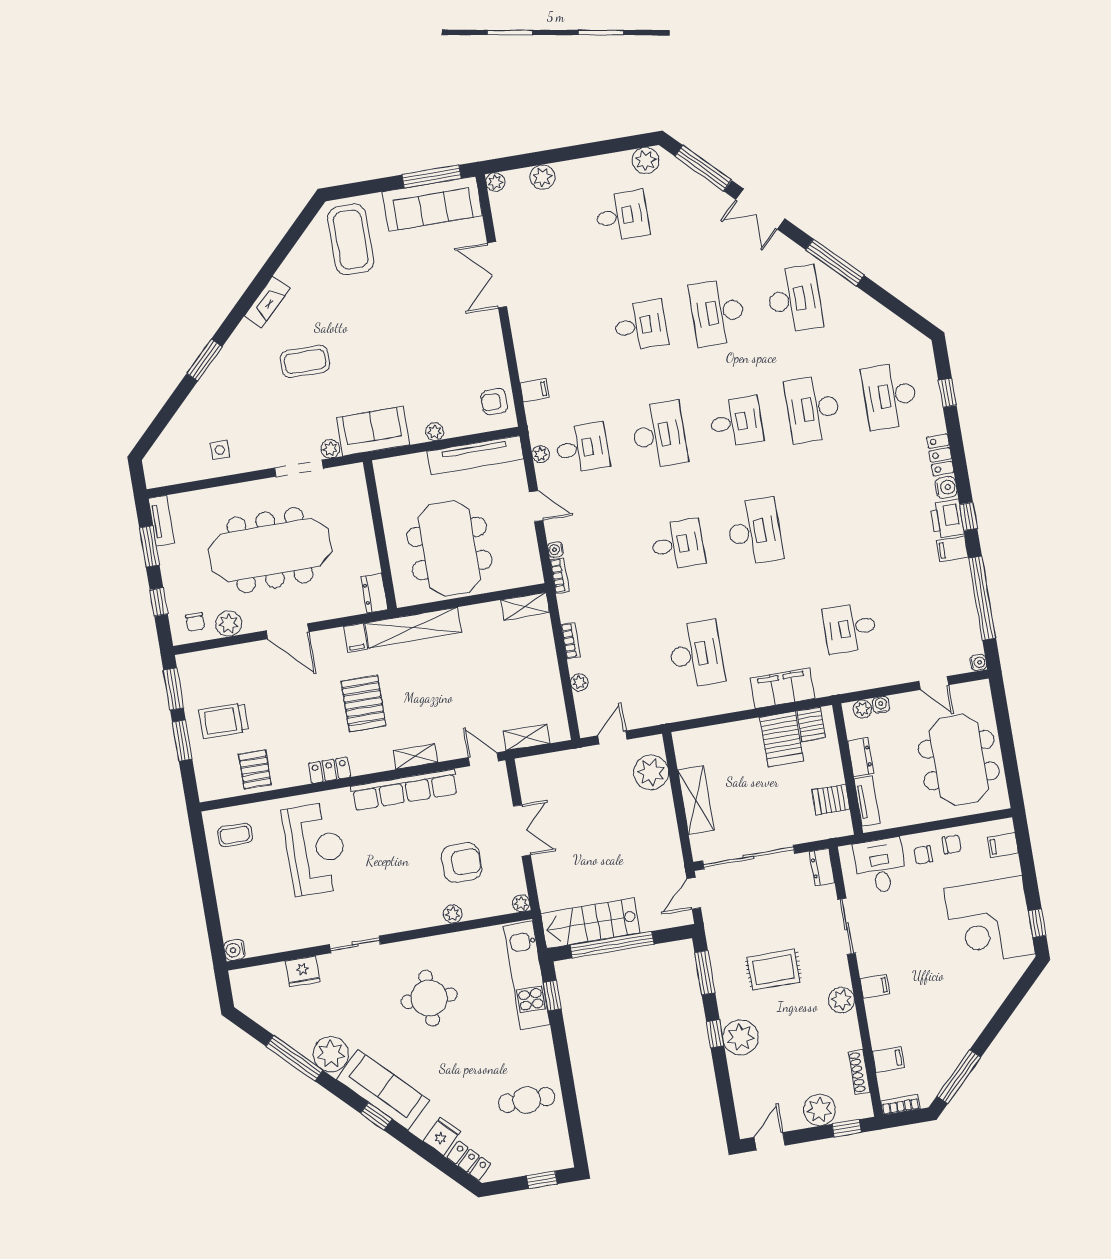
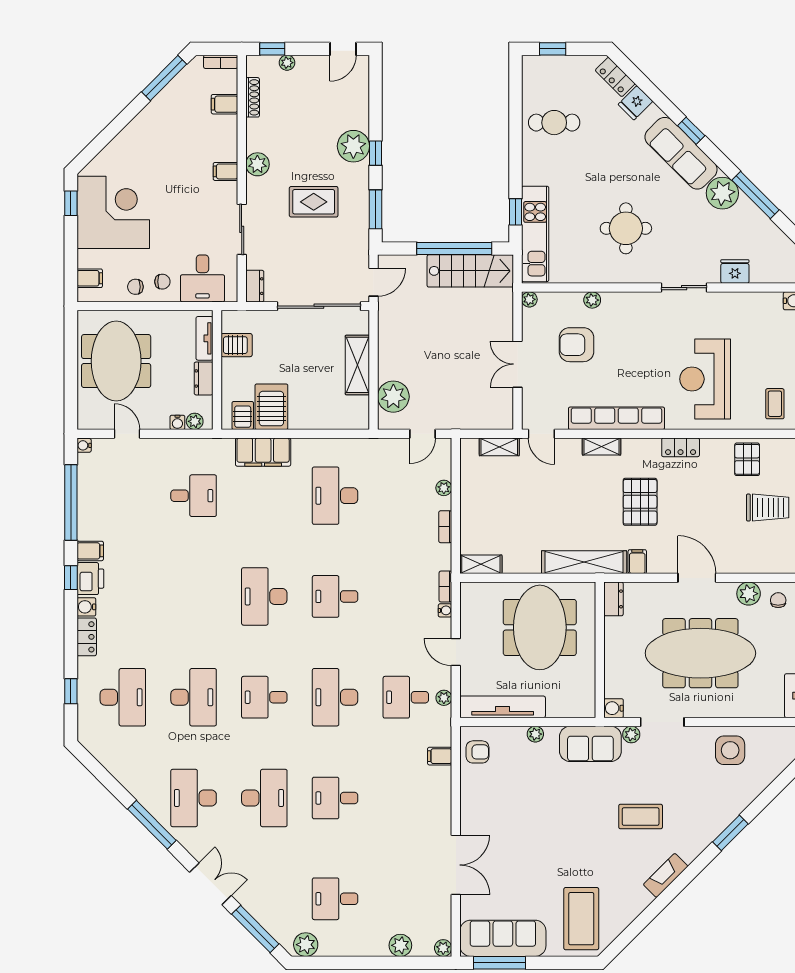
side table: (220, 450) -> (730, 750), width x1.87, depth x1.87
water cooler: (354, 474) -> (614, 708), added
coffee table: (235, 835) -> (775, 404), turned 90
plant: (819, 1110) -> (287, 63), width x0.53, depth x0.53

